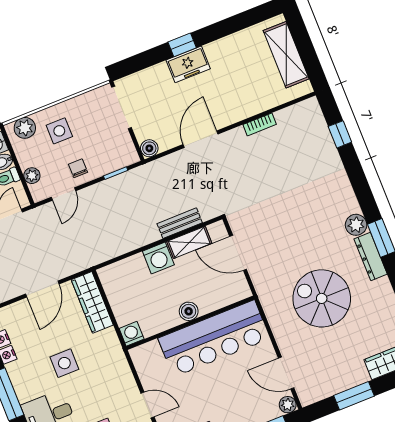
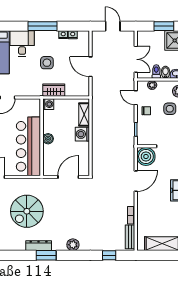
door: (201, 139) -> (136, 181), hinge flipped
boiler: (149, 148) -> (146, 156), width x1.86, depth x1.86
bench: (180, 223) -> (130, 237), moved
plant: (356, 225) -> (73, 245), moved
shelving: (189, 242) -> (84, 114), moved
spiral stairs: (322, 298) -> (27, 211), turned 180
wardrobe: (92, 302) -> (54, 90), moved, width x0.67

